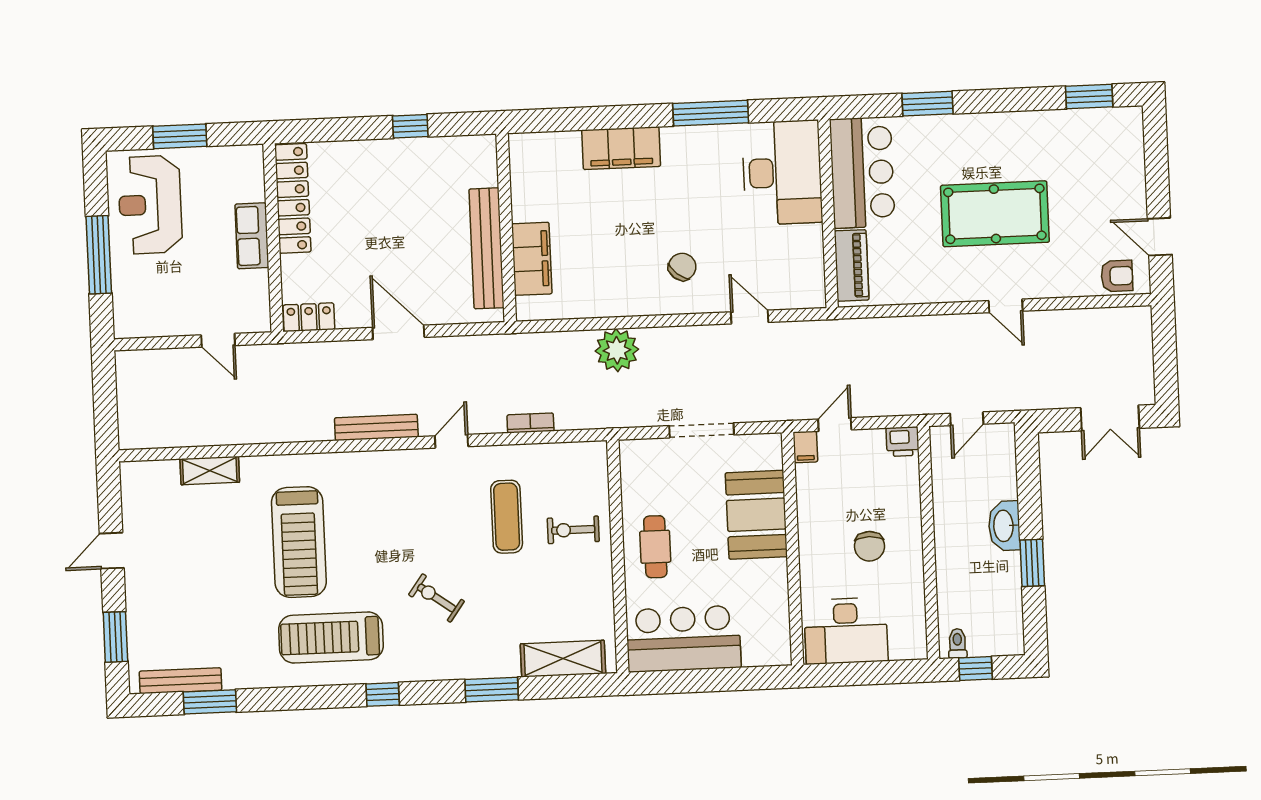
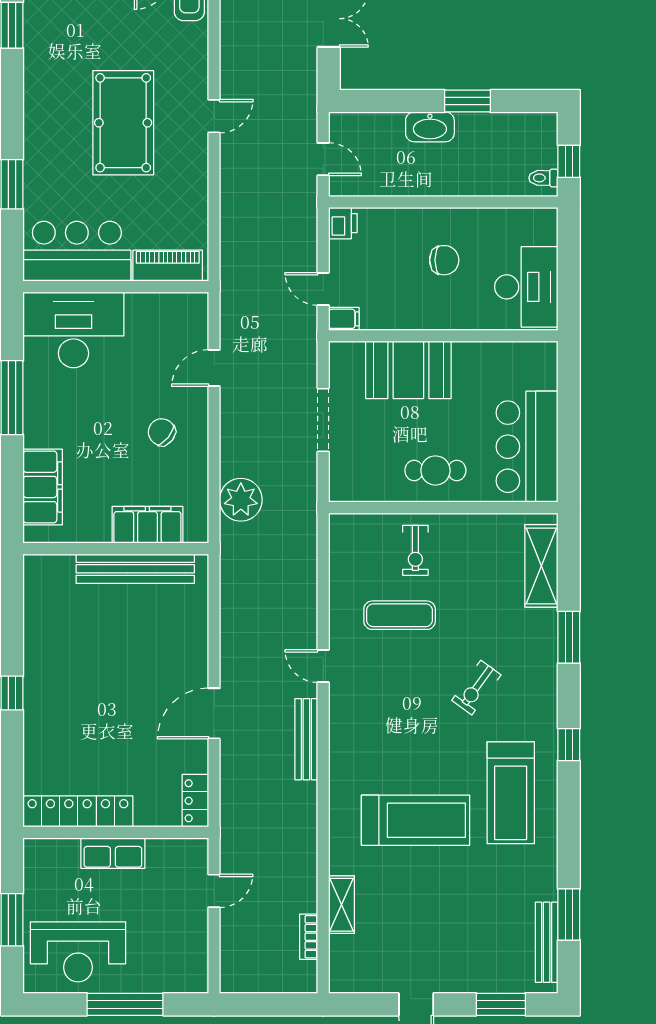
wall: (506, 228) -> (116, 549), moved
bench: (487, 248) -> (135, 569), moved
filing cabinet: (532, 259) -> (147, 525), moved
bookcase: (530, 423) -> (309, 937), moved

